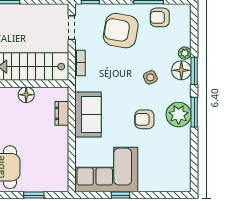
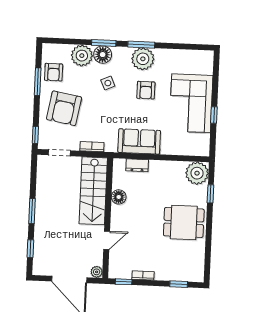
plant: (185, 53) -> (82, 56), width x1.87, depth x1.87
corner sofa: (106, 169) -> (191, 103), moved
plant: (56, 179) -> (197, 173), added

